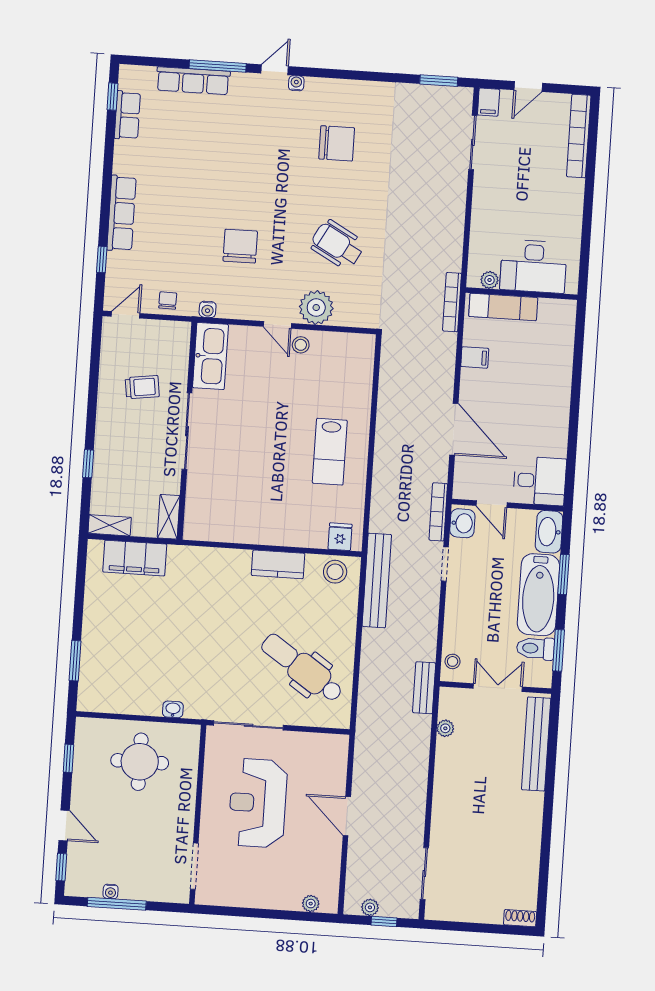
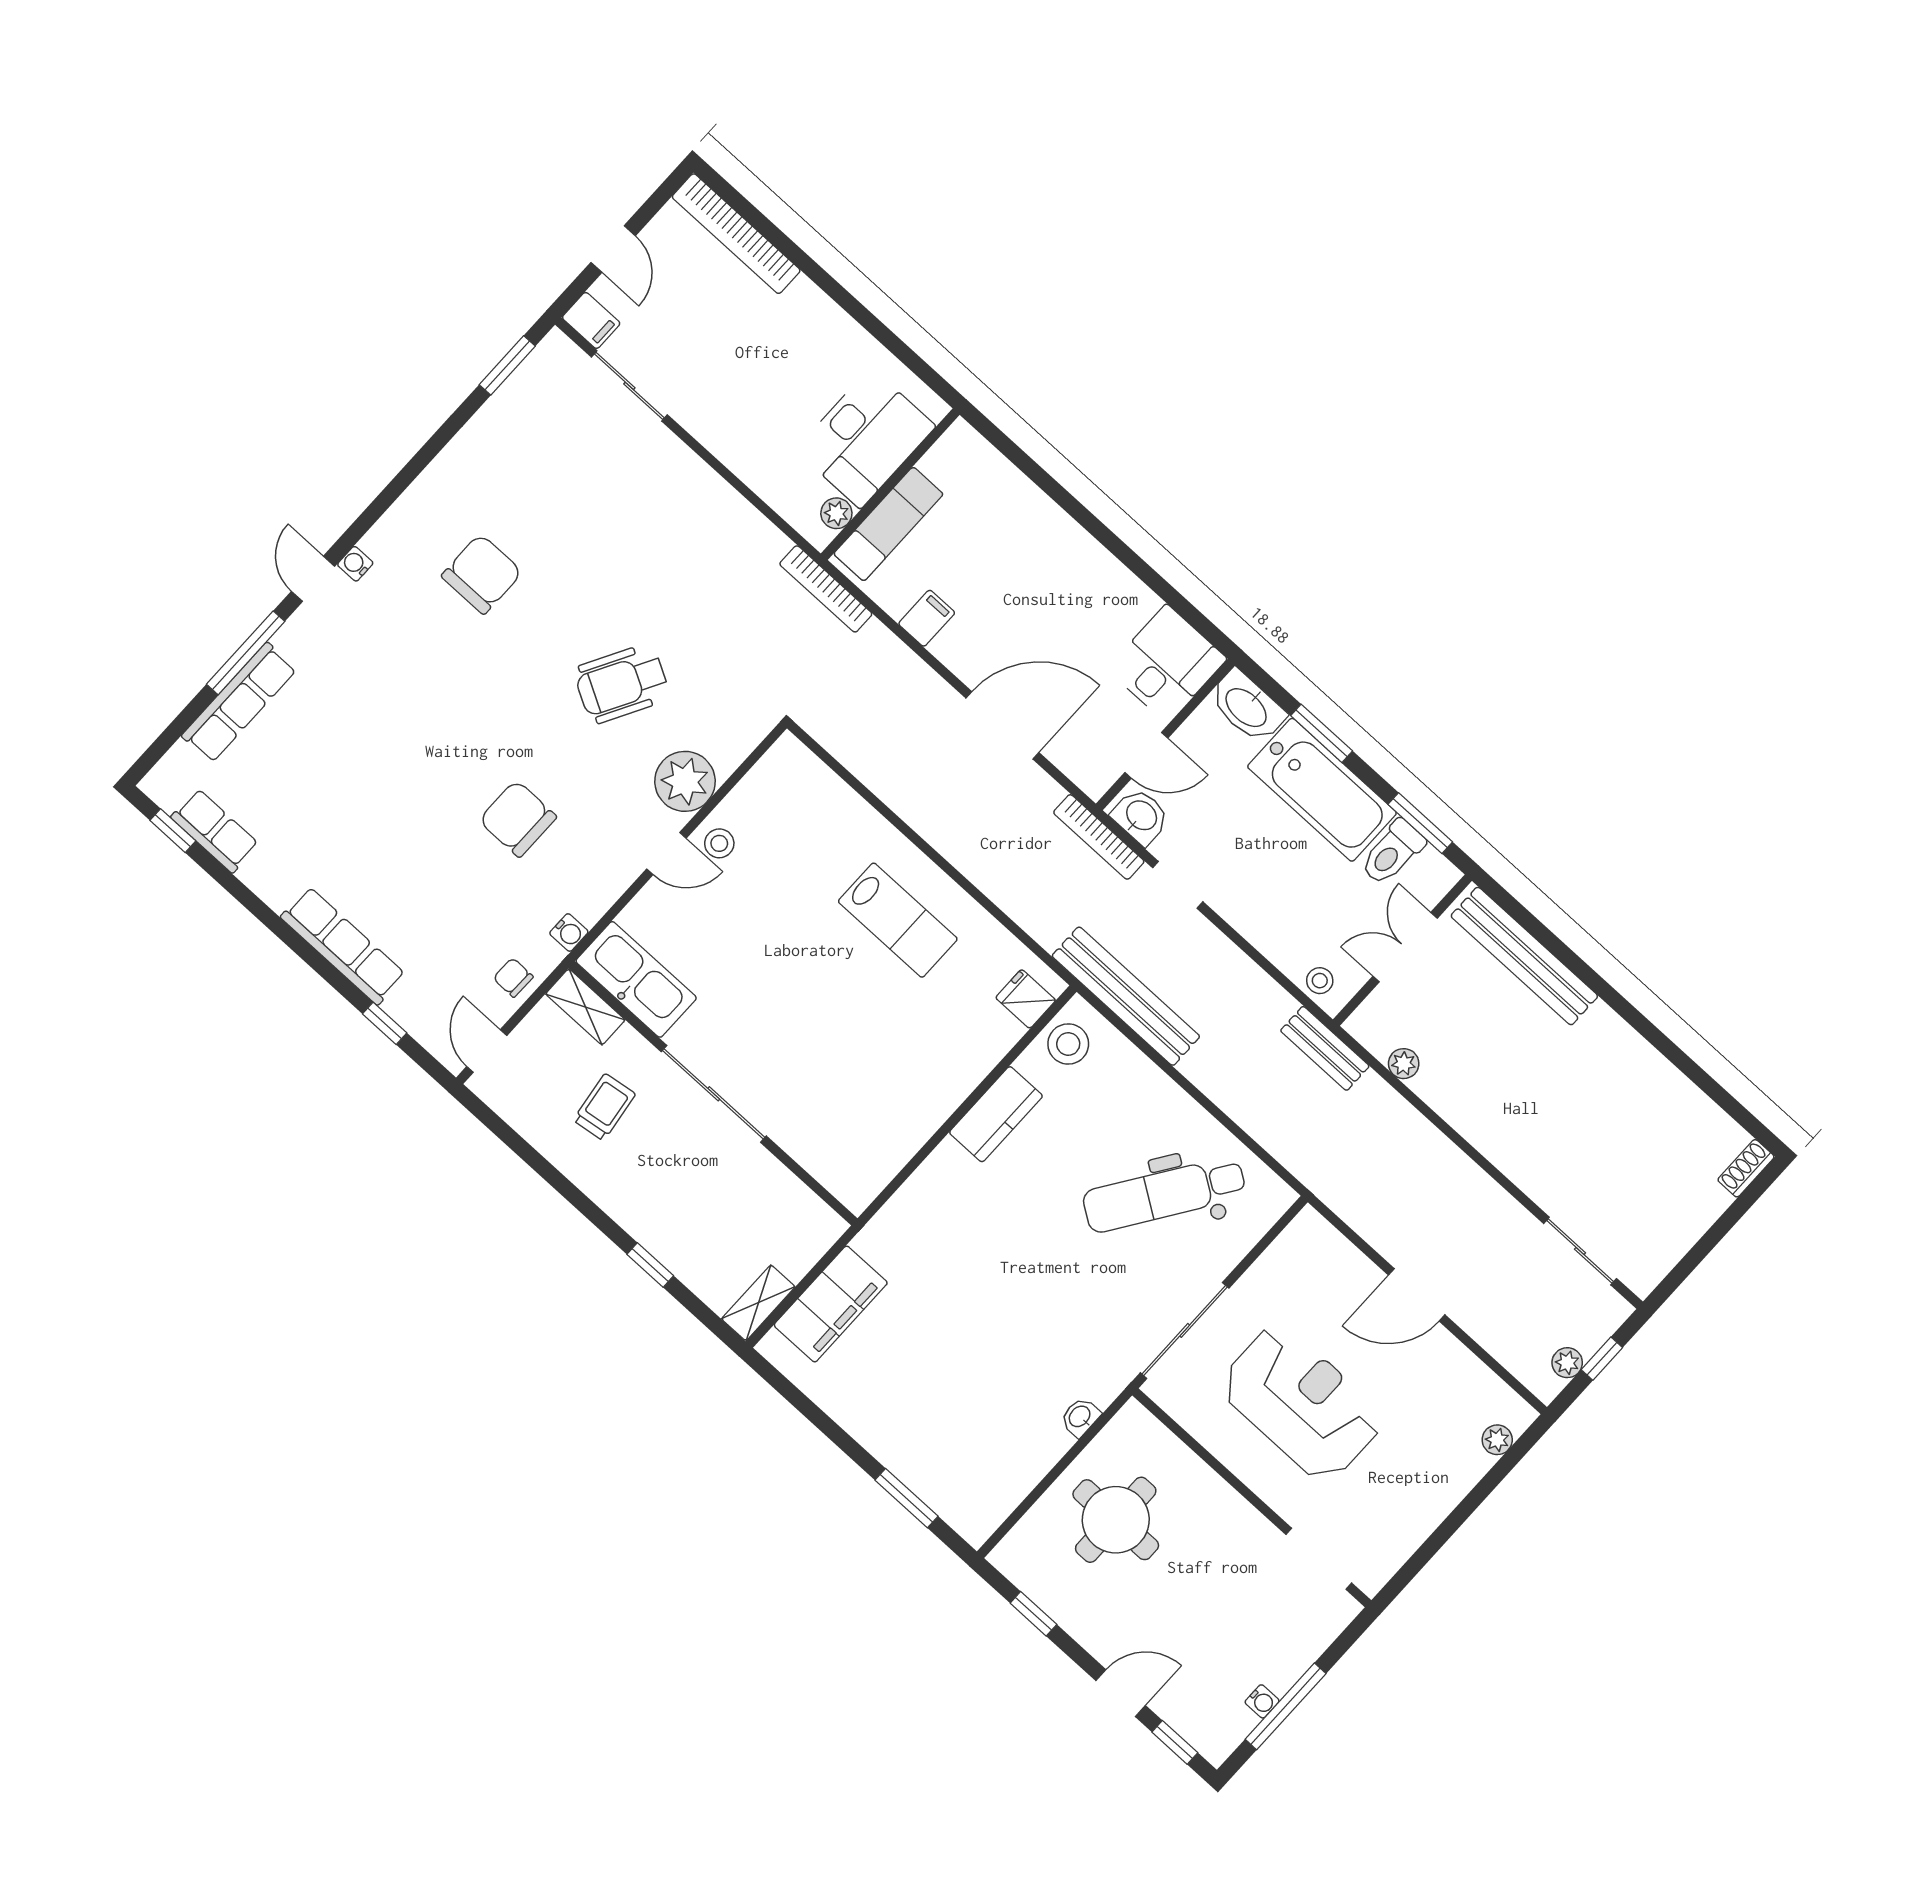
shelving: (169, 517) -> (585, 1007), moved
reception desk: (258, 803) -> (1301, 1403), turned 180

